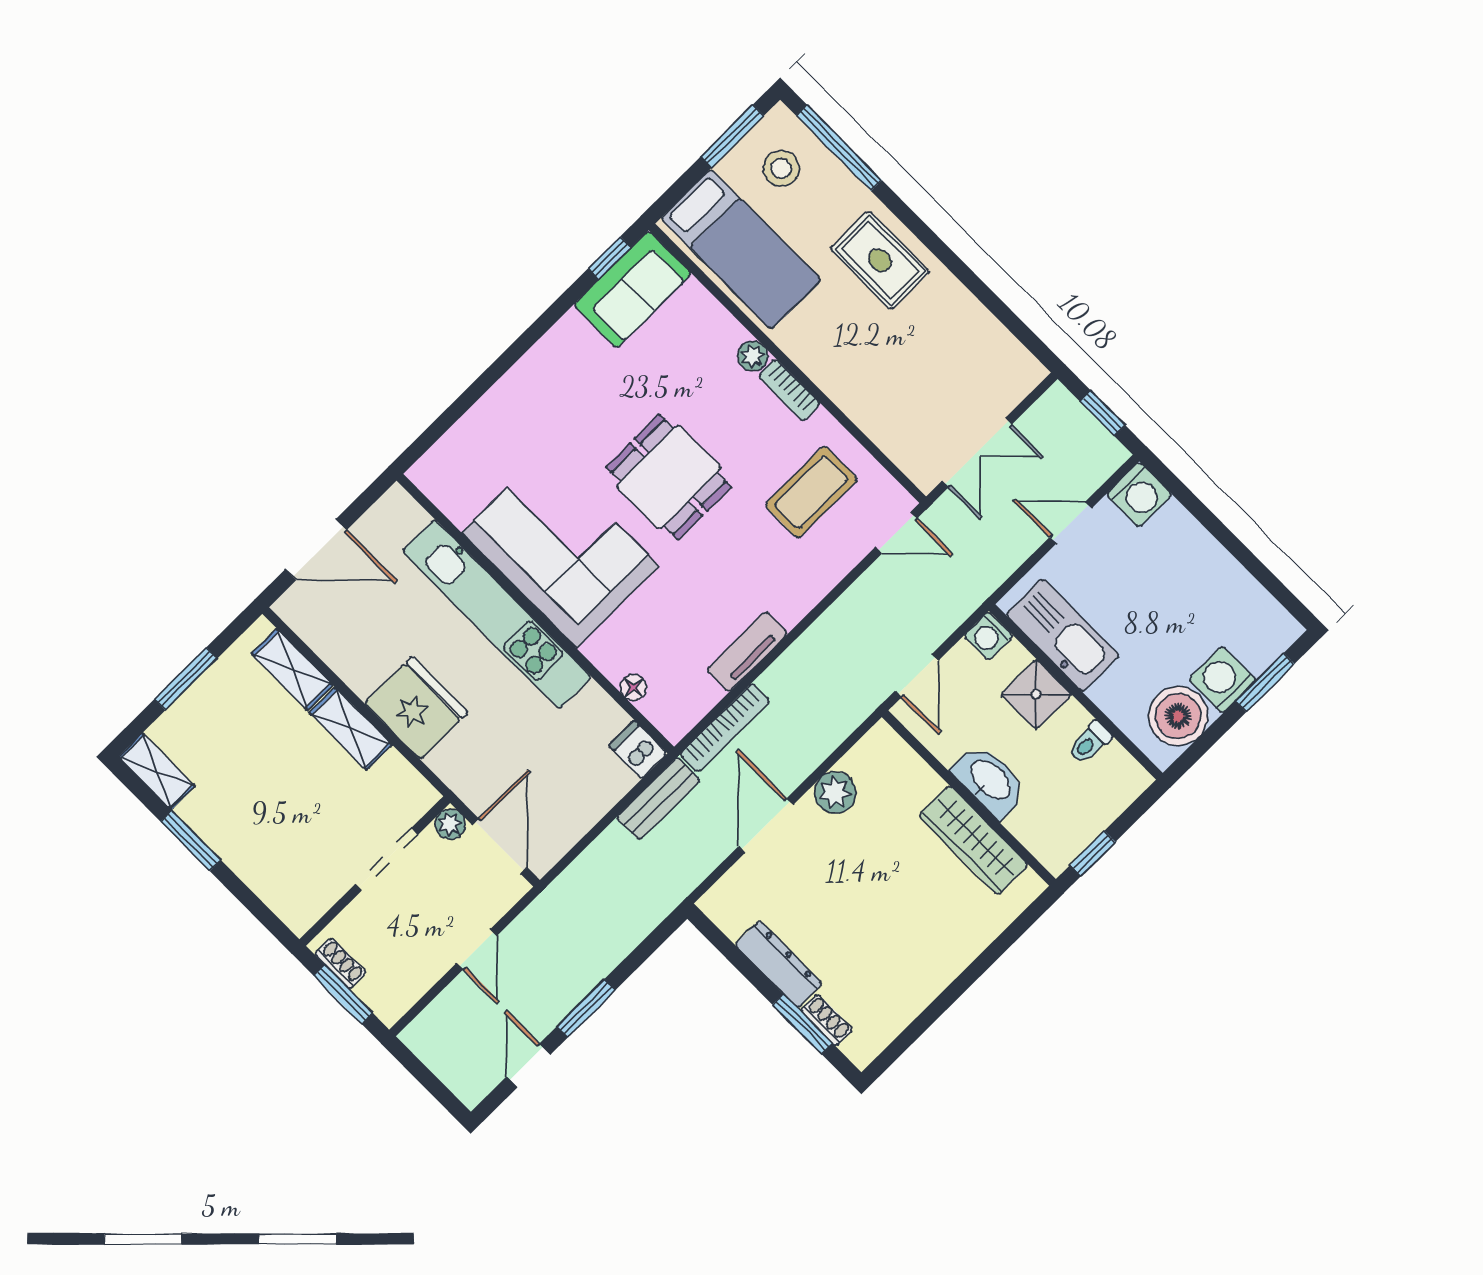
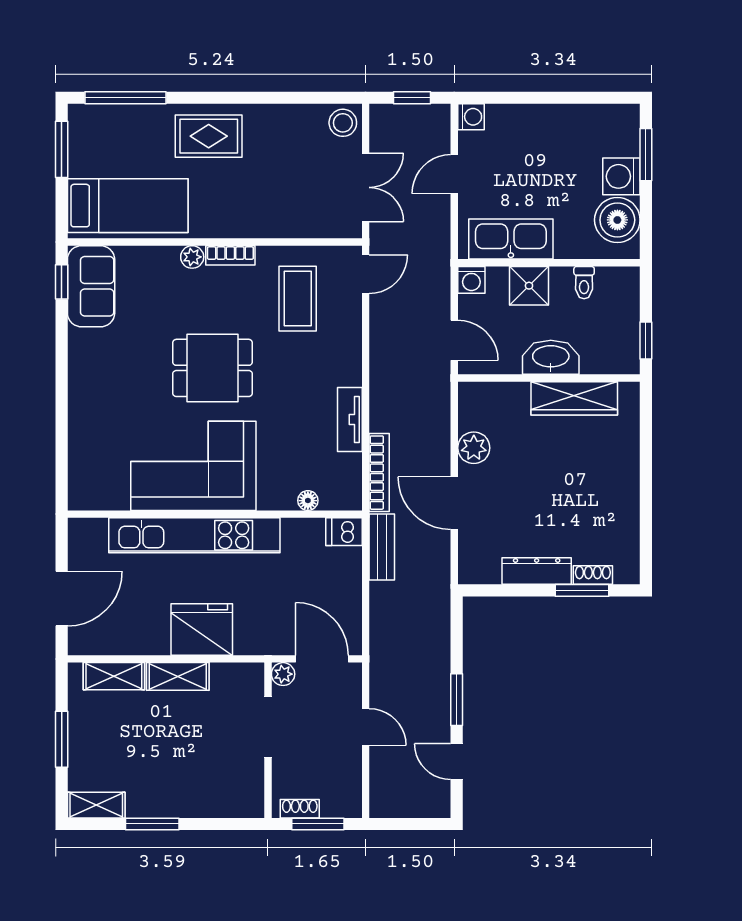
stool: (781, 168) -> (343, 123), moved
washing machine: (1139, 495) -> (471, 117), width x0.73, depth x0.73

